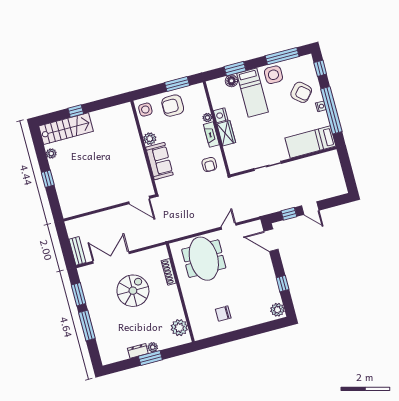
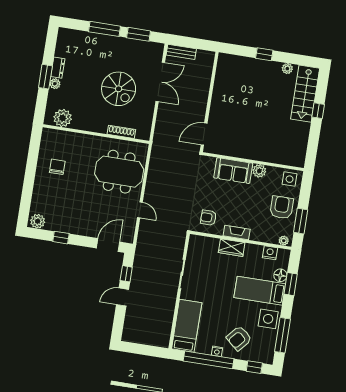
nightstand: (221, 115) -> (270, 253), moved
plant: (207, 118) -> (284, 241), moved

